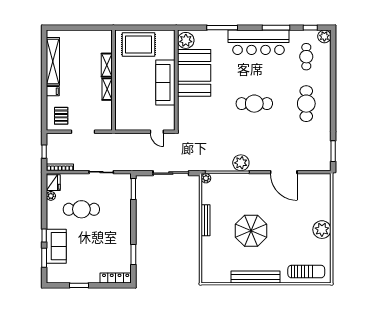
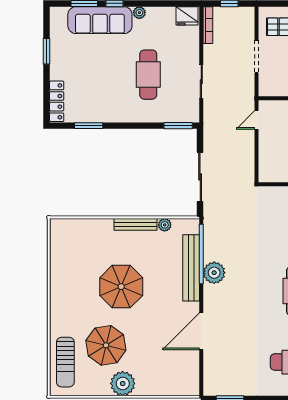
door: (157, 132) -> (257, 120), moved
plant: (206, 178) -> (165, 225), moved
plant: (51, 196) -> (139, 13), moved
cafe table: (81, 209) -> (148, 75), moved
parasol: (294, 242) -> (106, 345), added
sofa: (56, 246) -> (100, 20), width x1.36
bench: (256, 277) -> (191, 268), moved

